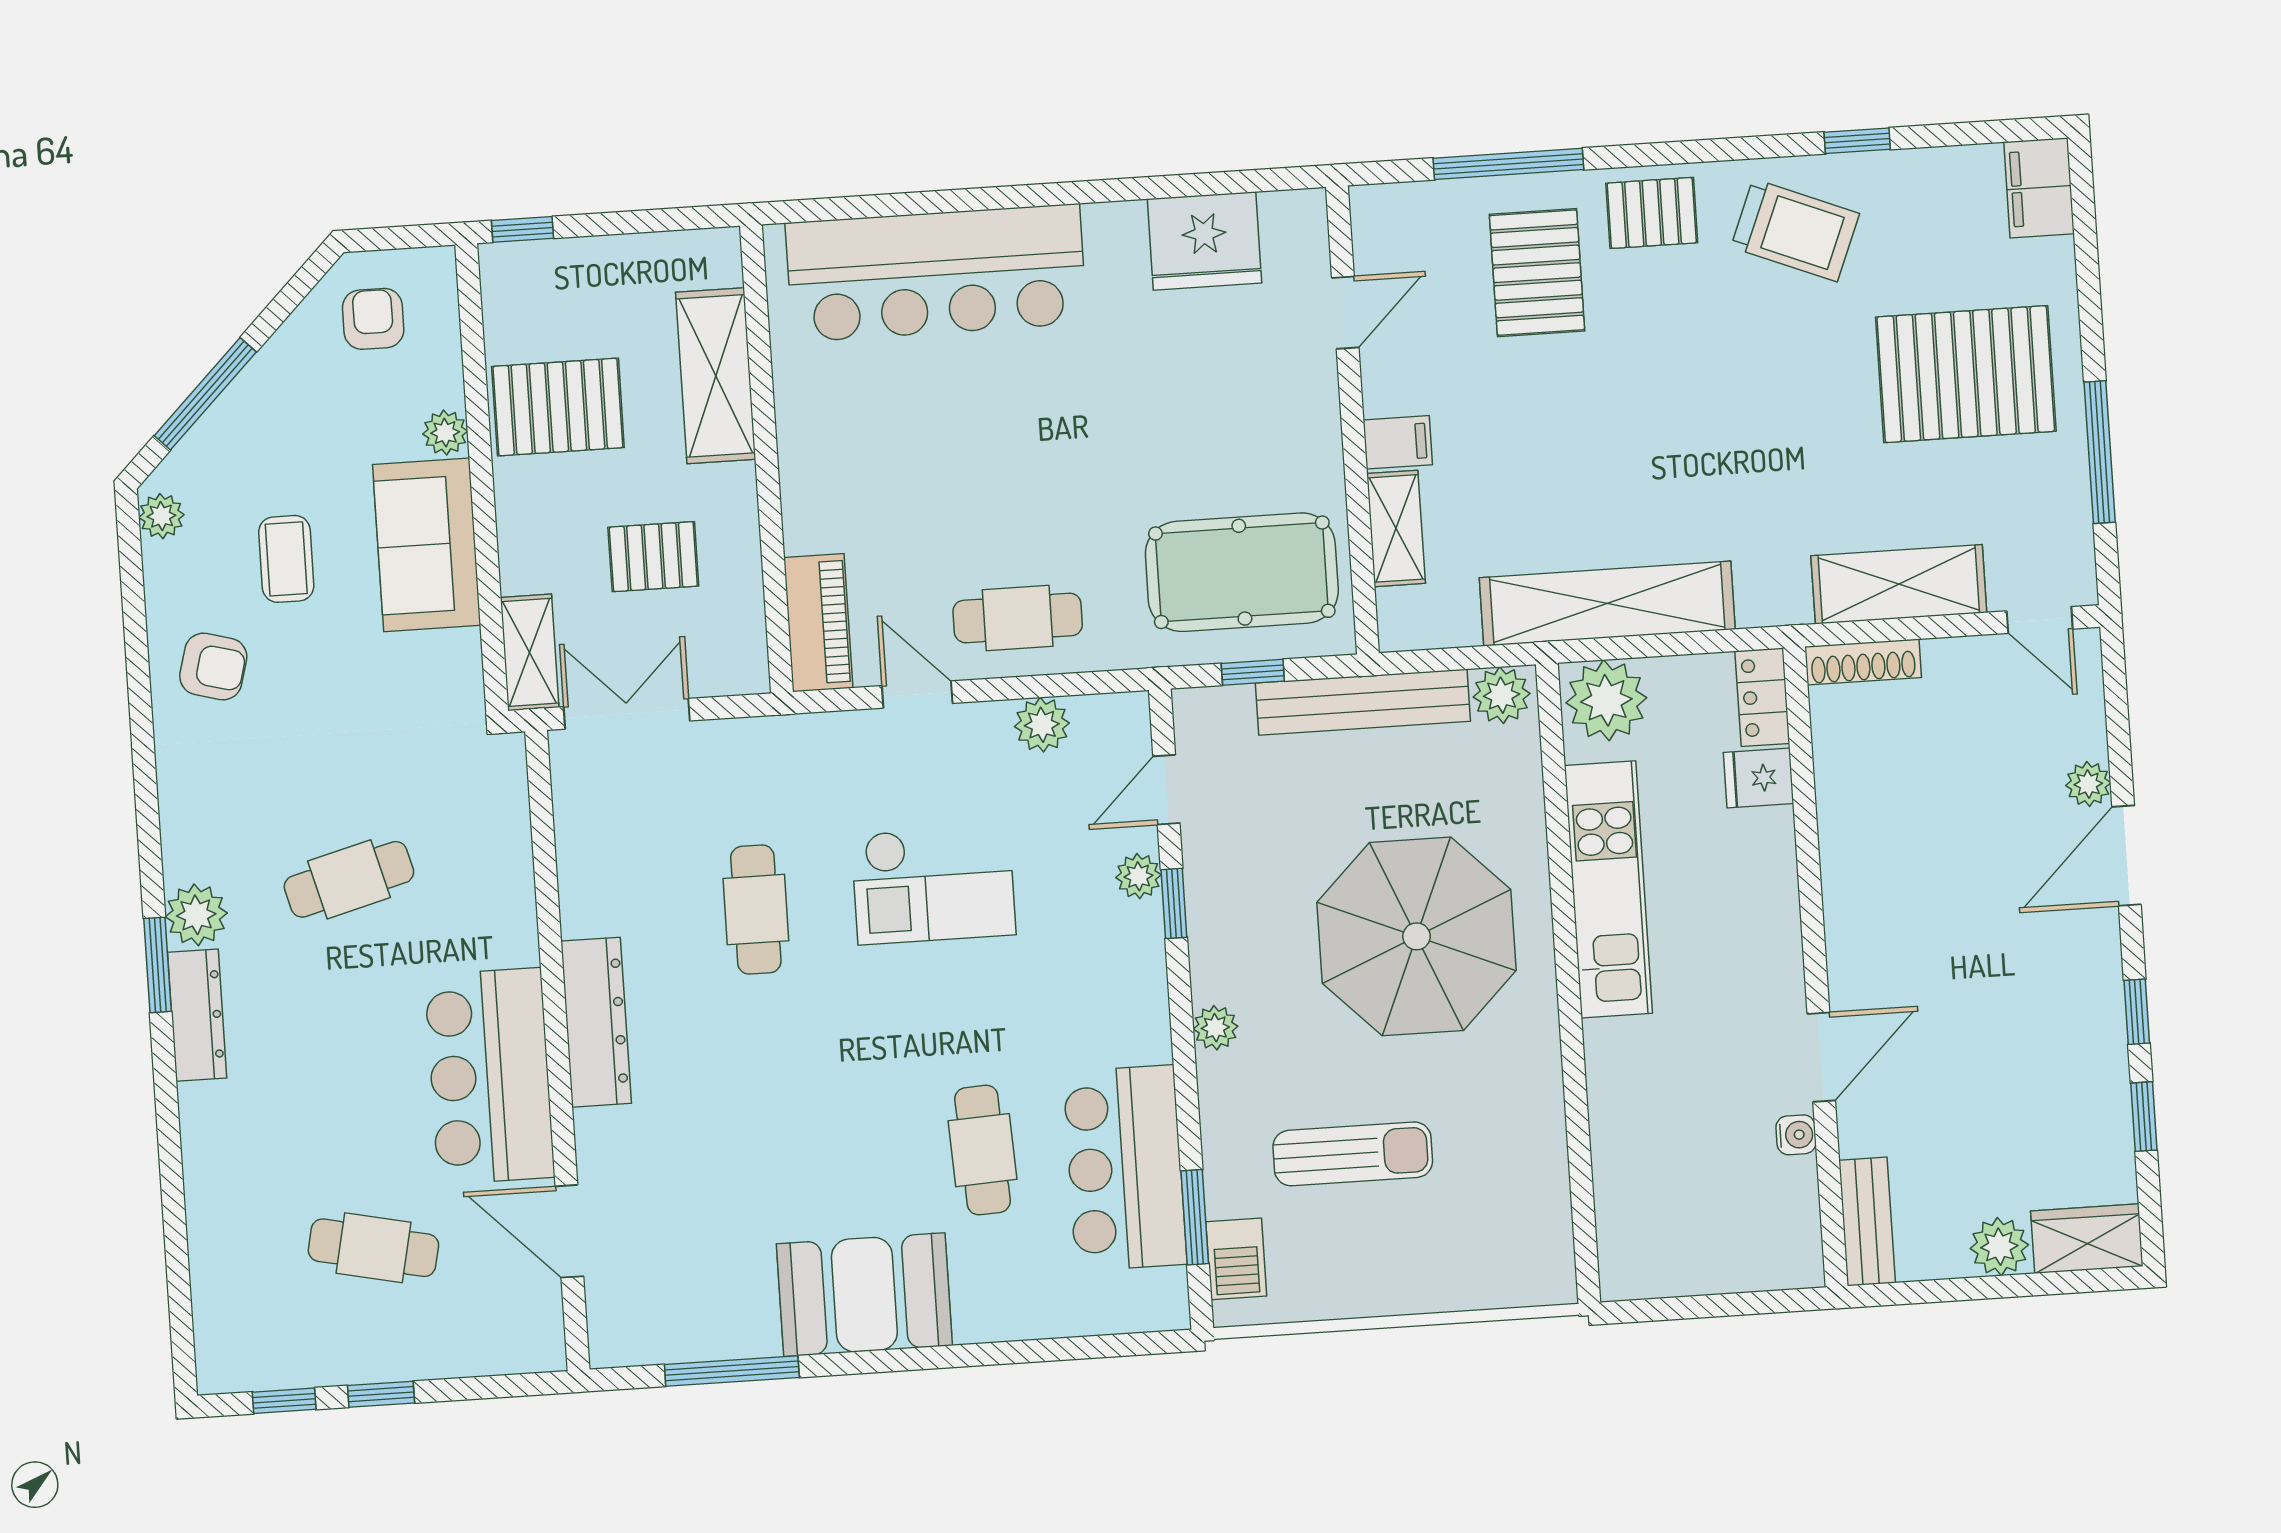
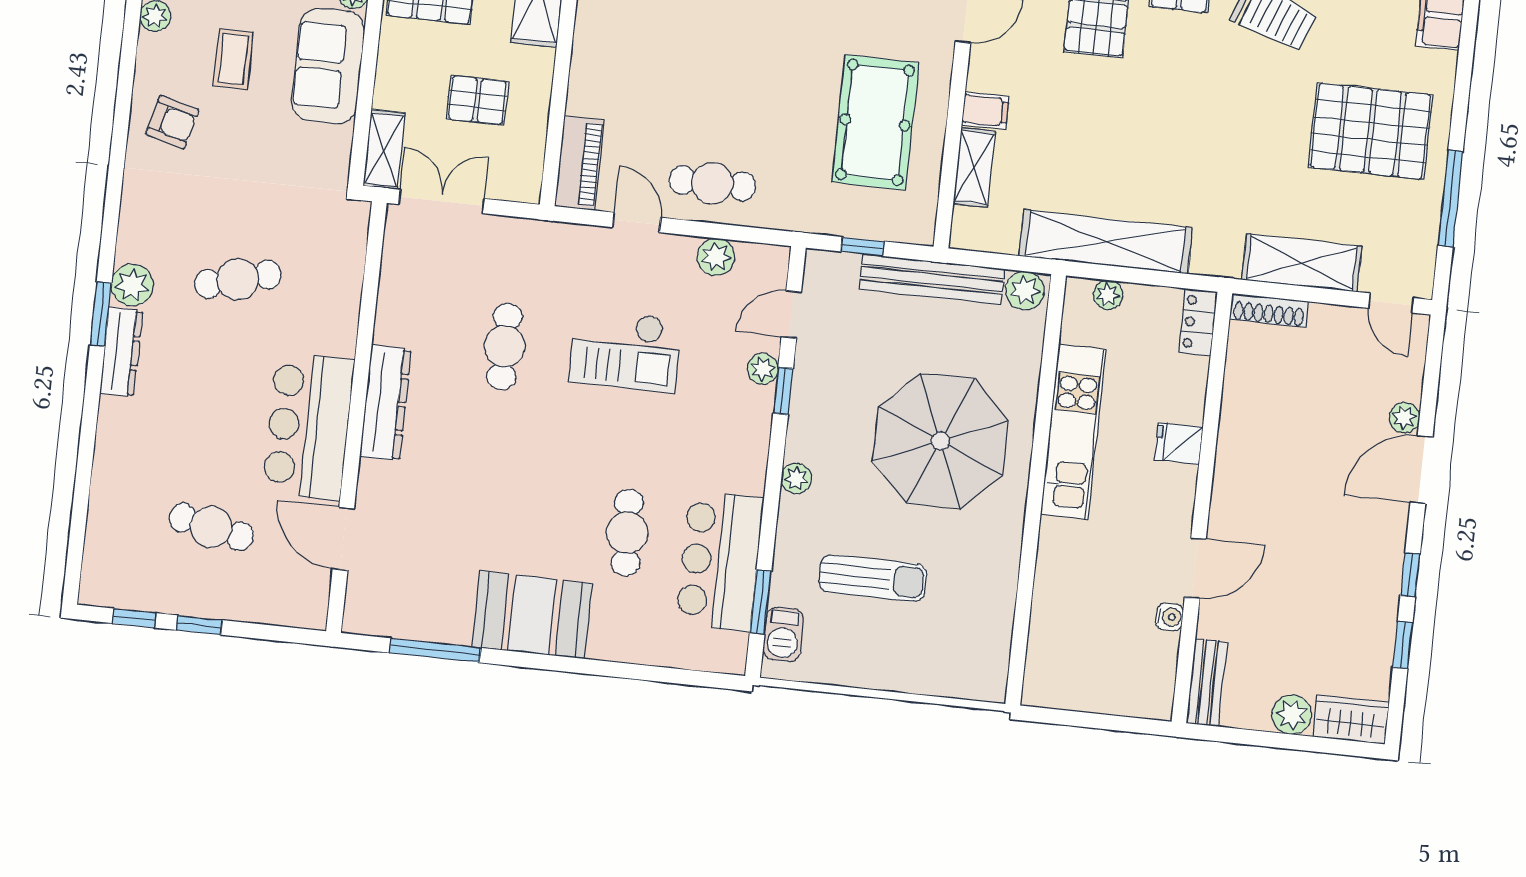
pool table: (1242, 572) -> (875, 122), moved, turned 90
plant: (1606, 700) -> (1108, 295), width x0.53, depth x0.53
fridge: (1759, 778) -> (1179, 443), moved

